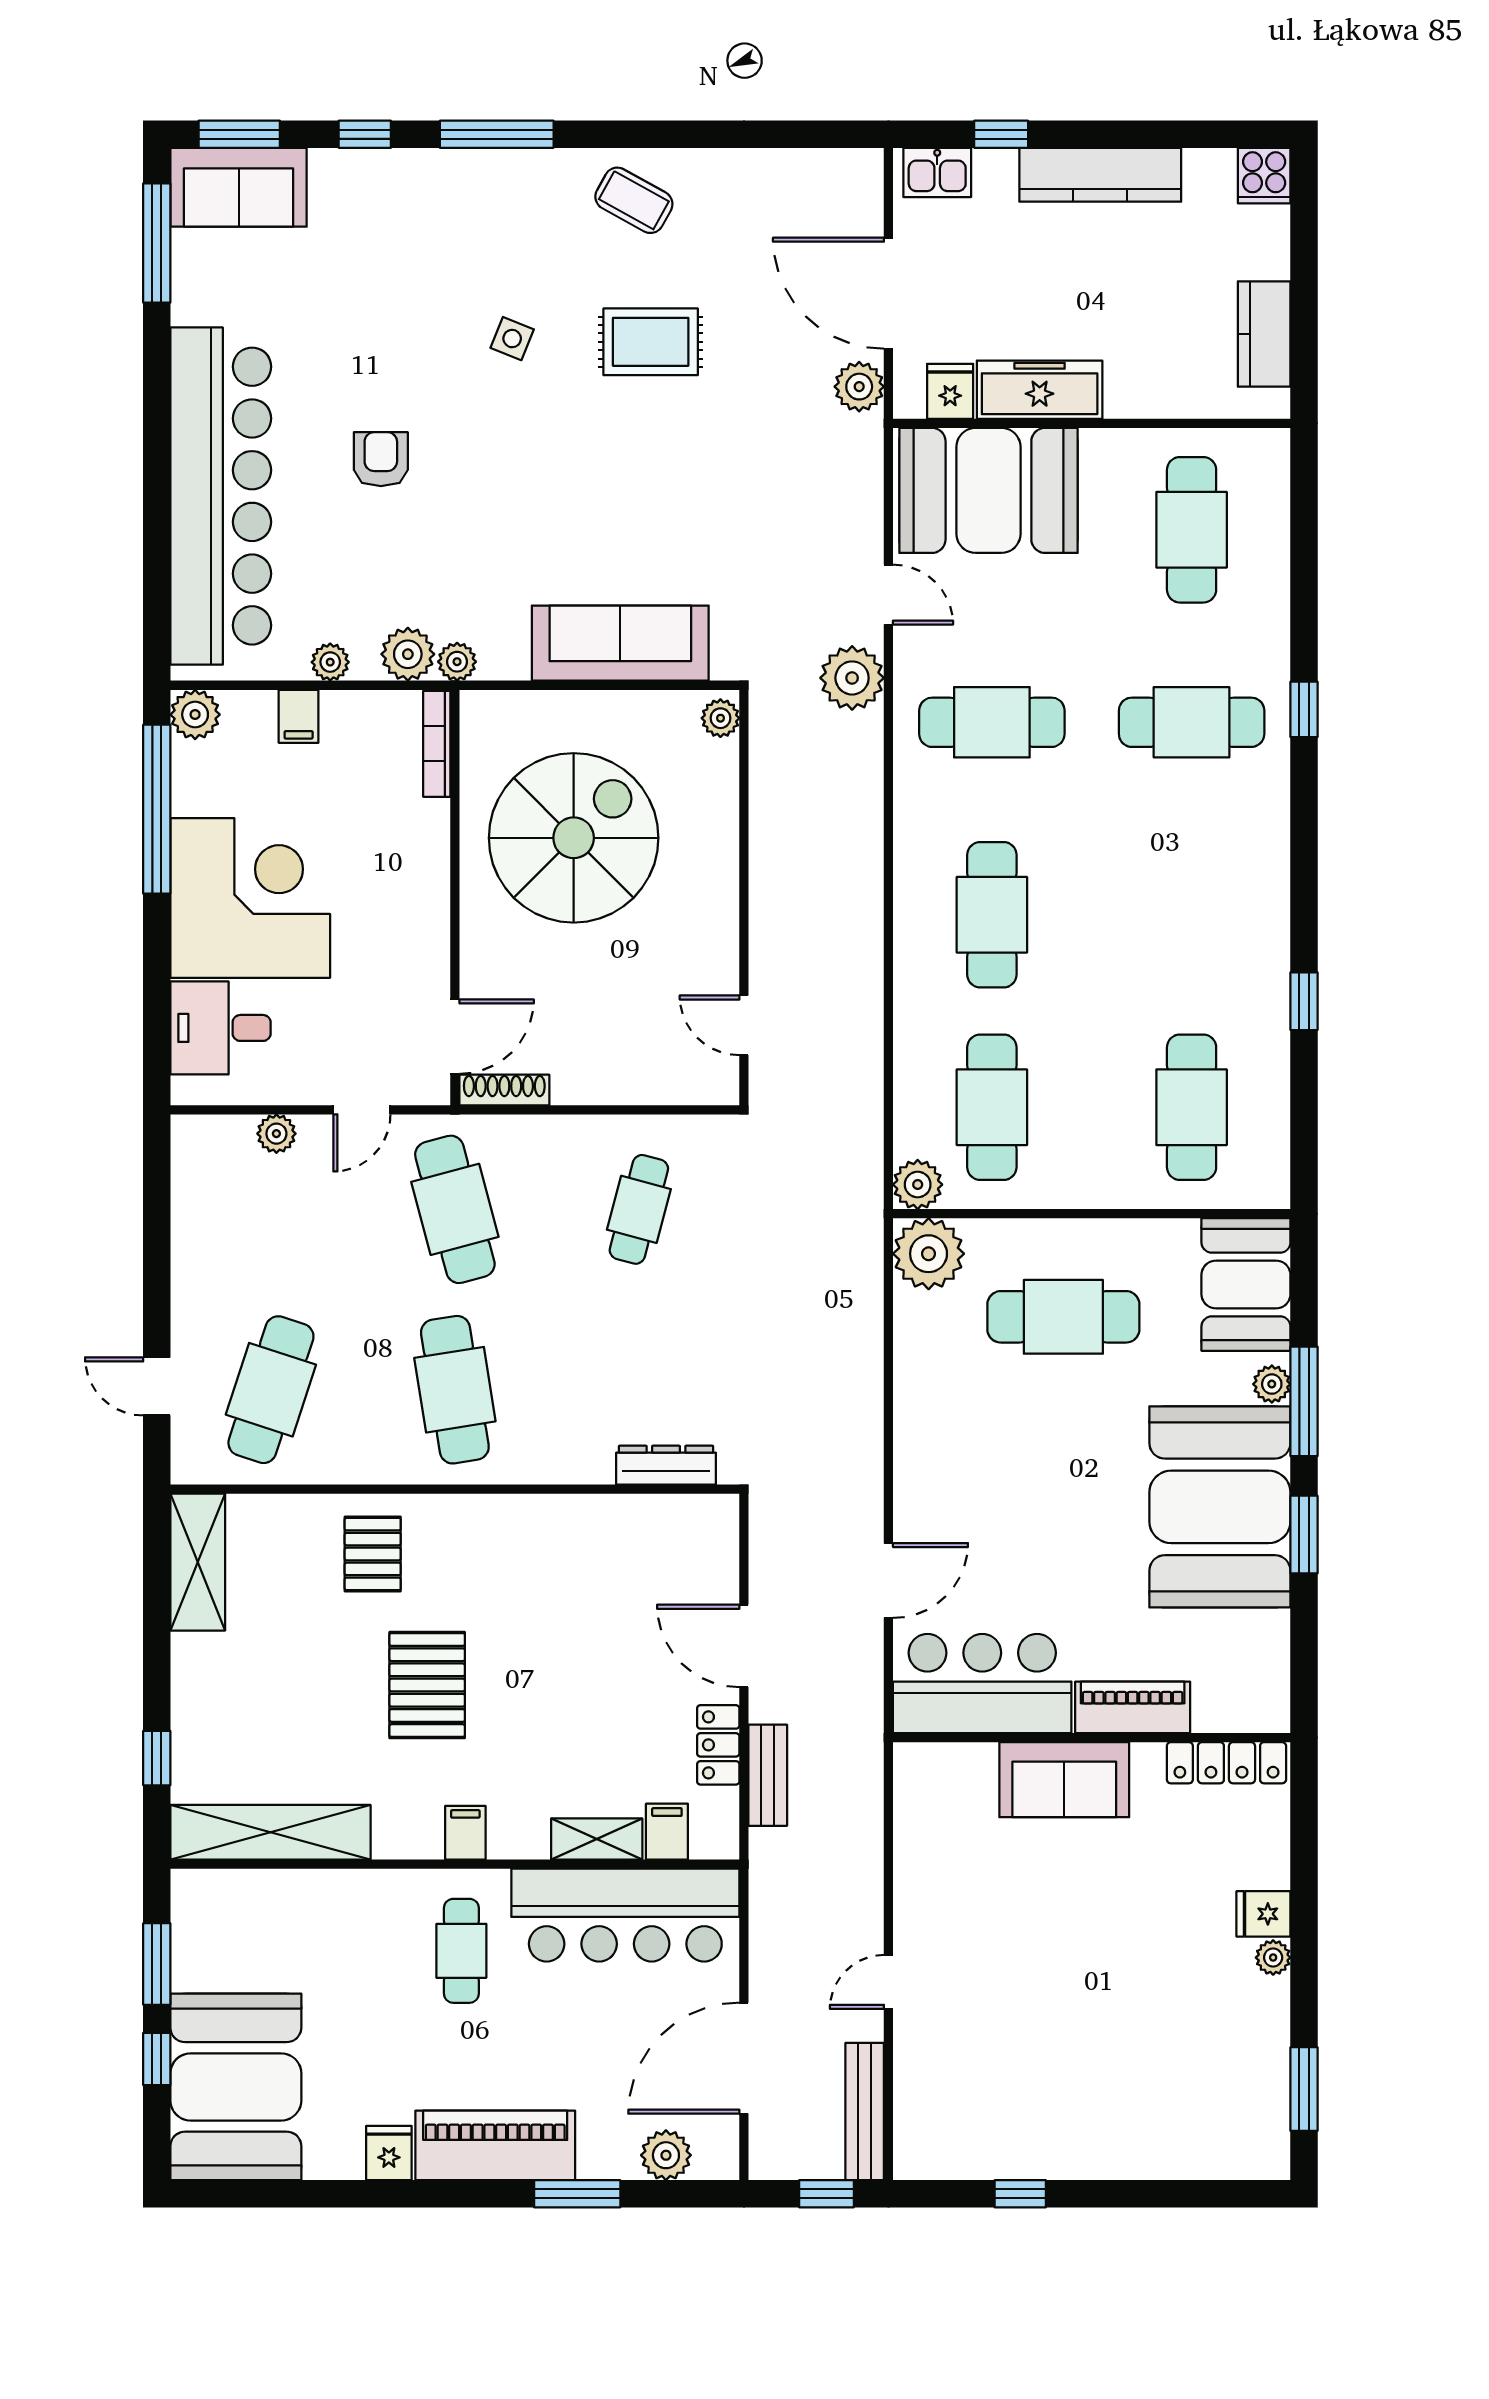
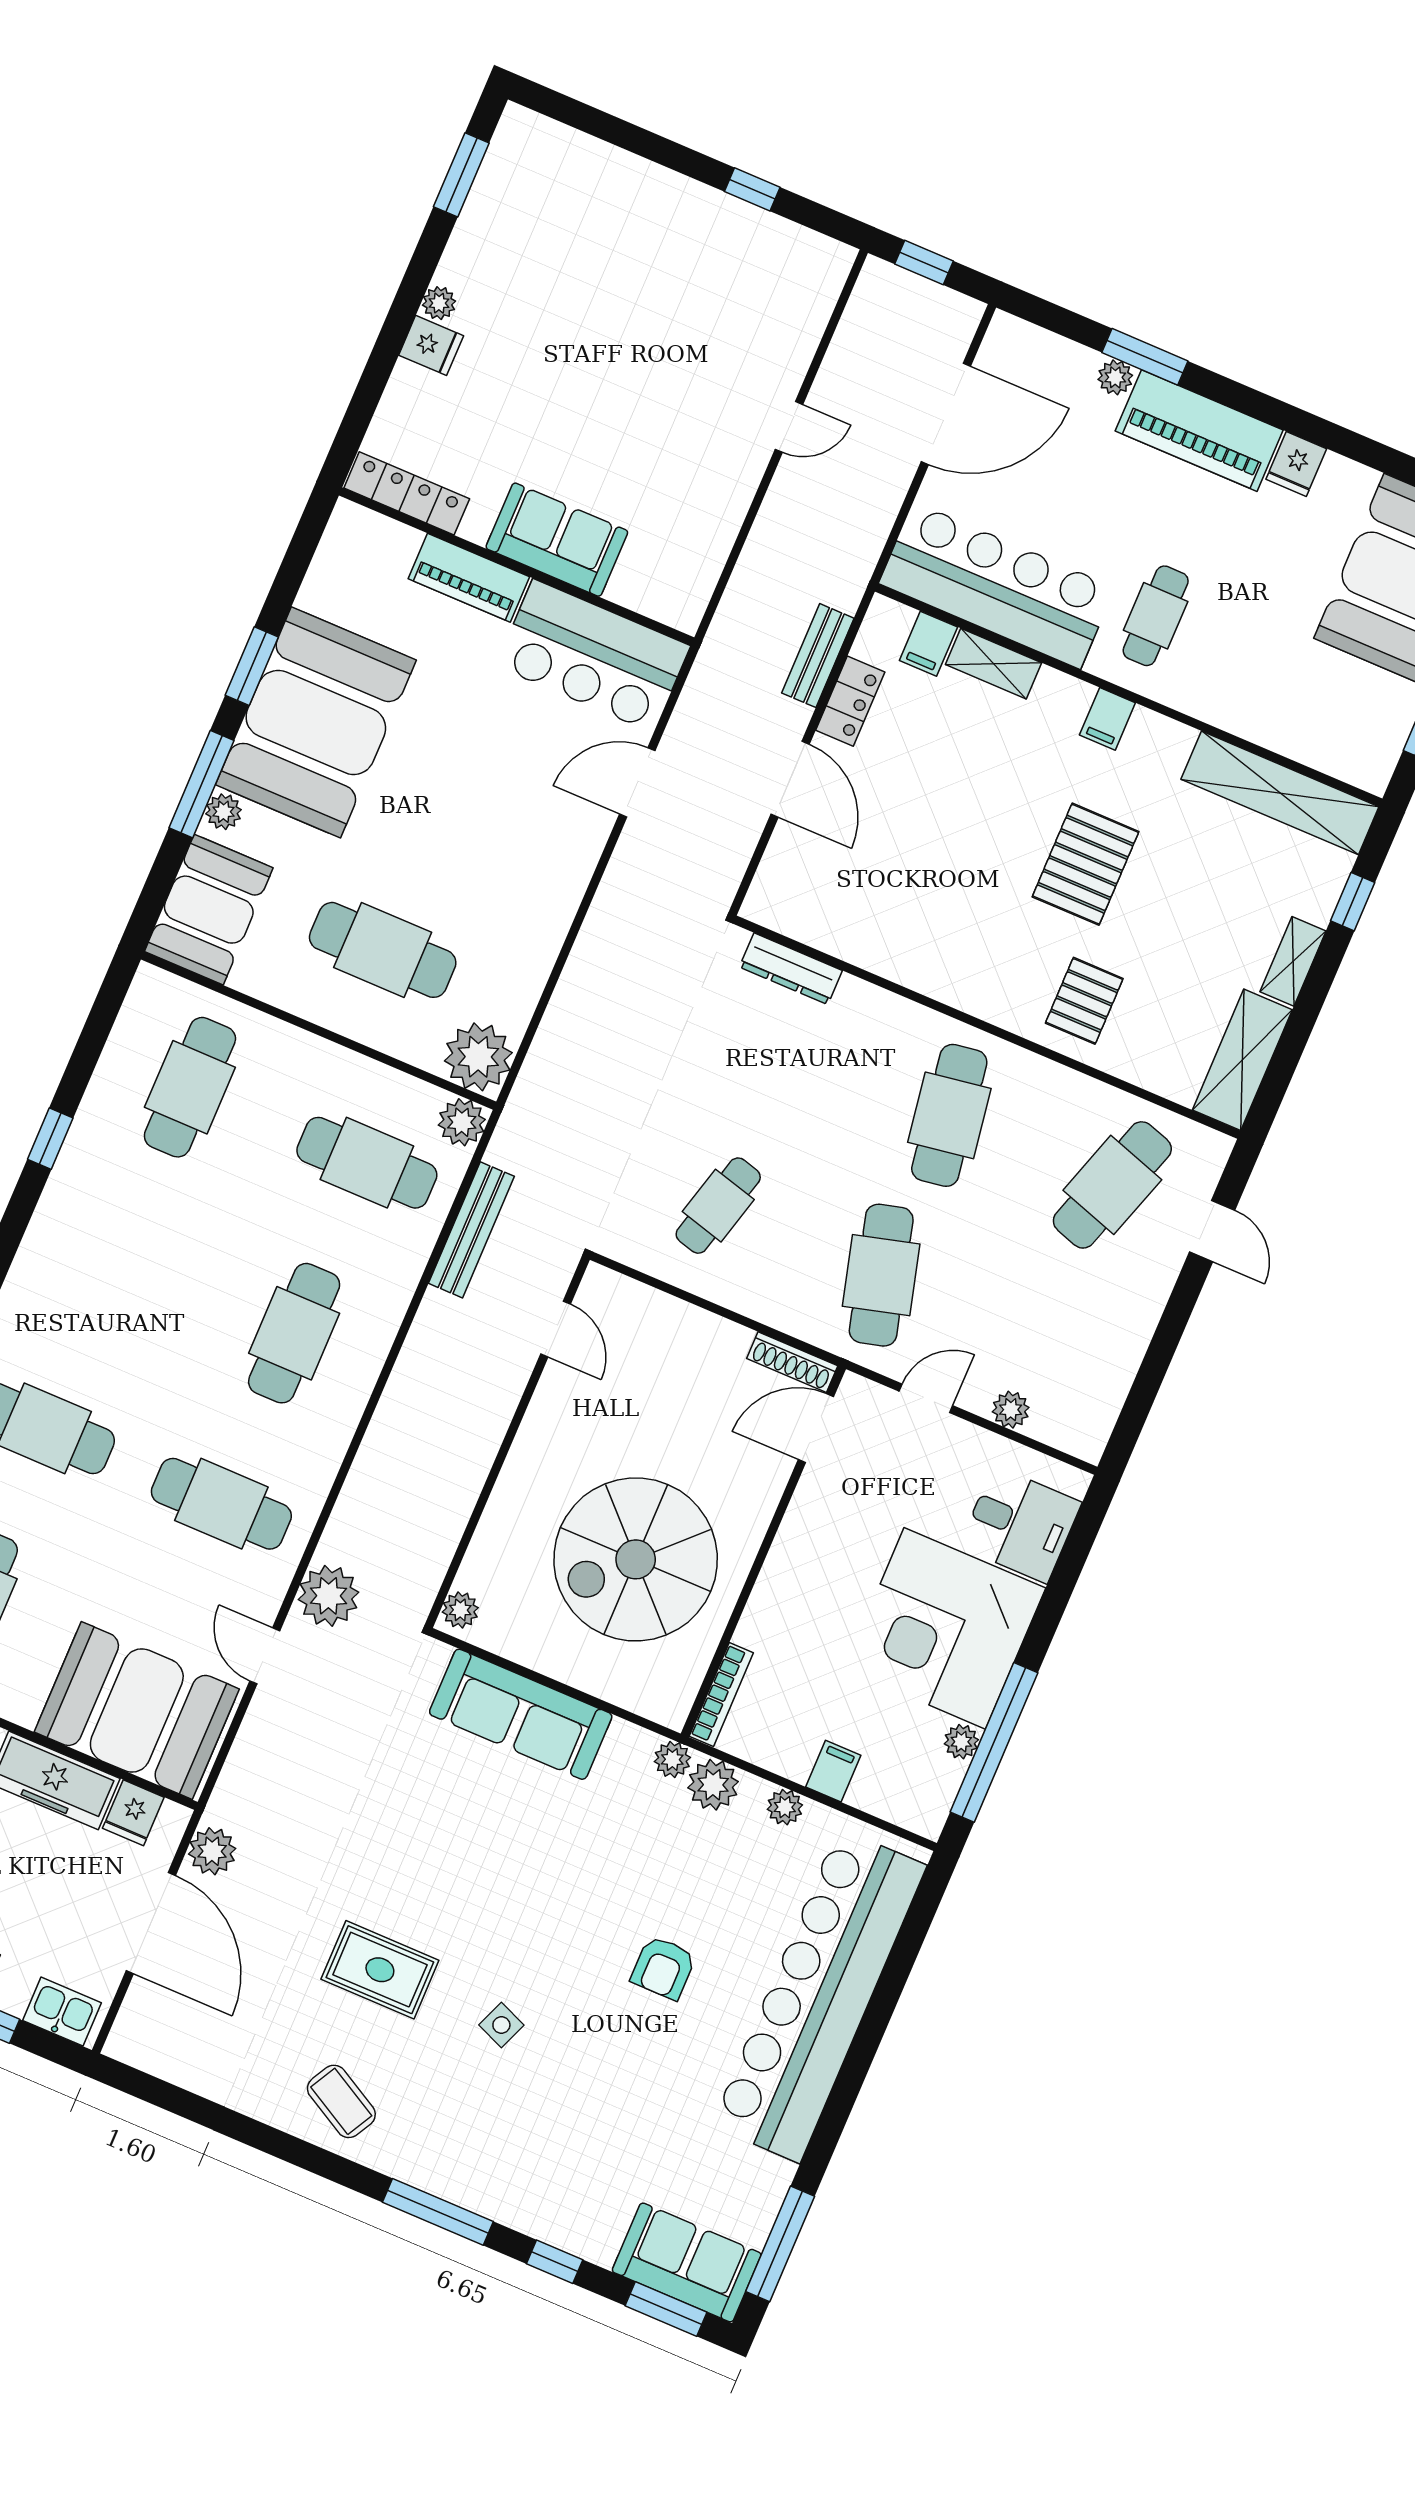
plant: (195, 715) -> (961, 1742), moved, width x0.73, depth x0.73
cafe table: (992, 1107) -> (367, 1163), turned 90
shelving: (190, 1677) -> (1293, 961), added
bench: (865, 2112) -> (471, 1230), moved
plant: (666, 2155) -> (1115, 377), moved, width x0.73, depth x0.73

